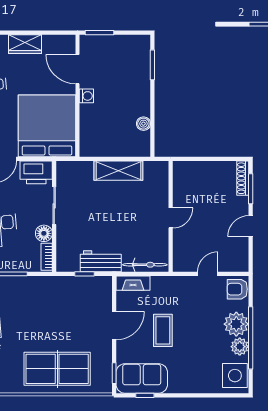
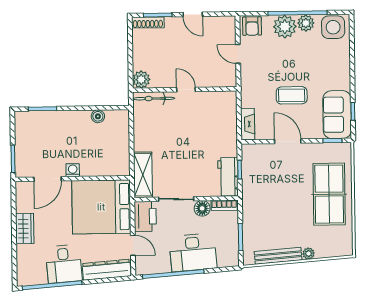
plant: (182, 170) -> (141, 80), added
shelving: (118, 171) -> (143, 175), moved
workbench: (101, 261) -> (228, 177), moved
bicycle: (145, 265) -> (154, 99), moved, turned -90

